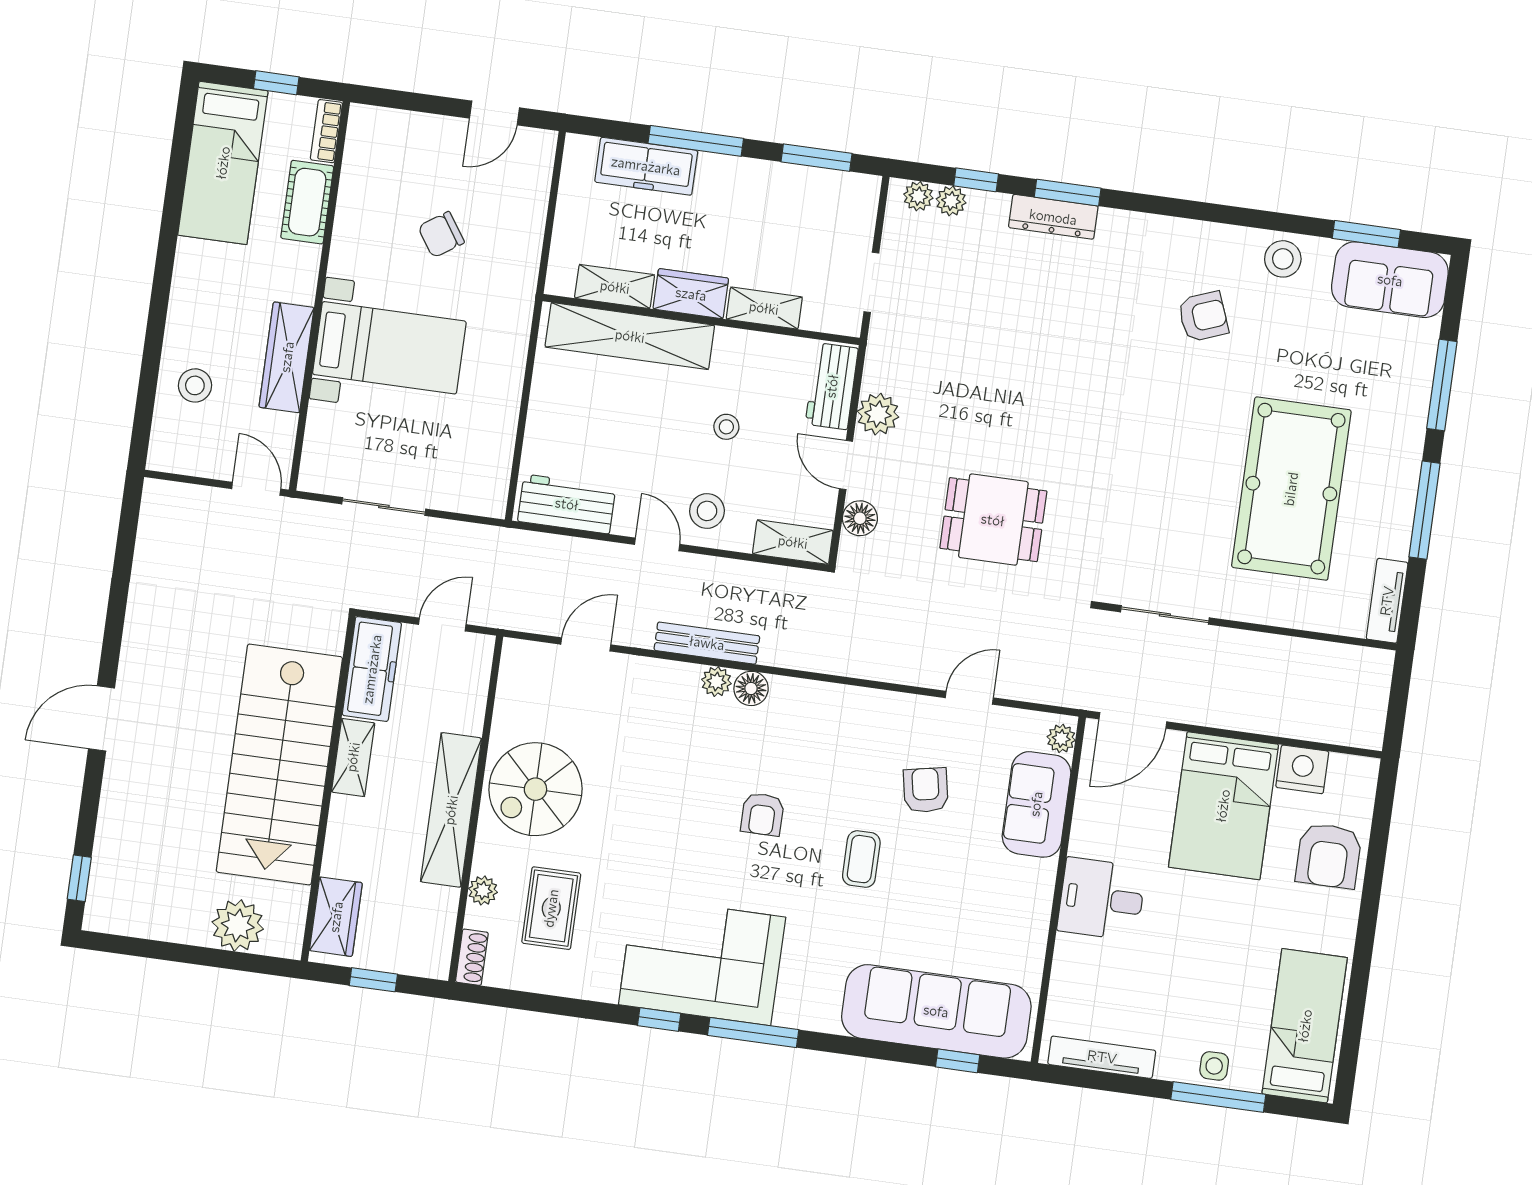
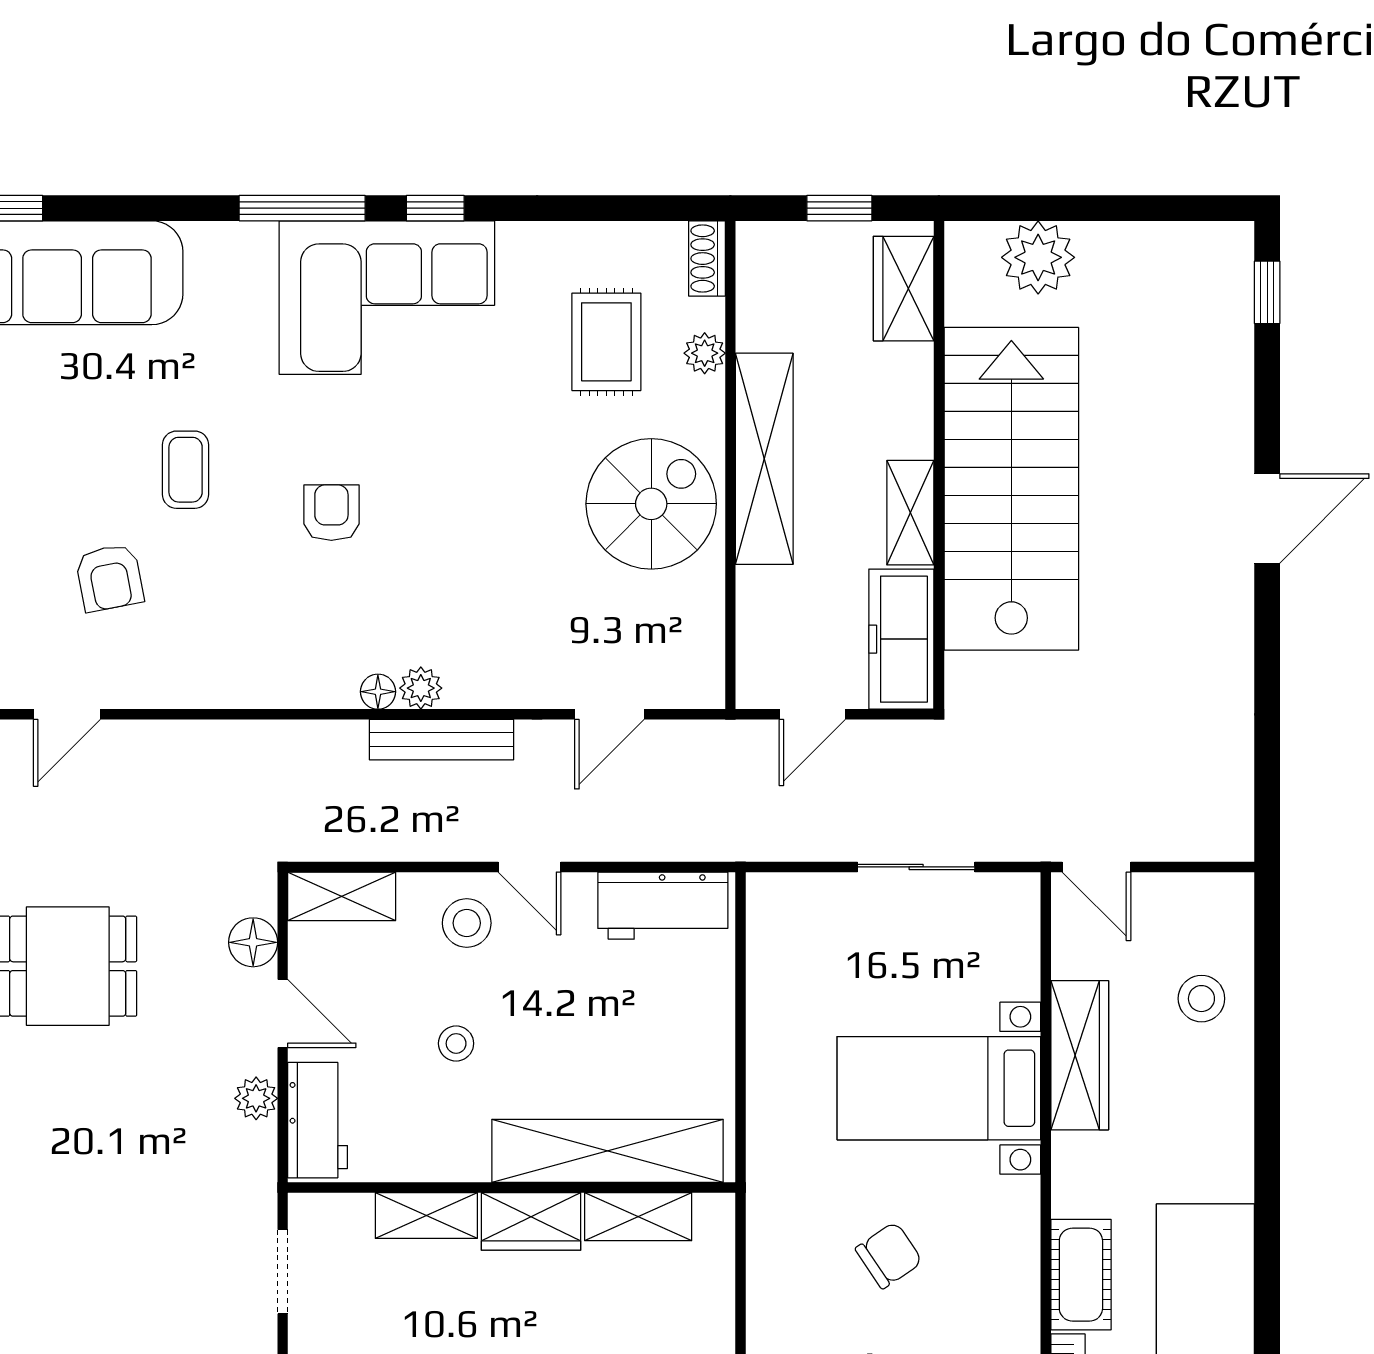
plant: (878, 414) -> (256, 1098), width x0.73, depth x0.73
floor lamp: (751, 688) -> (378, 692), width x0.73, depth x0.73

